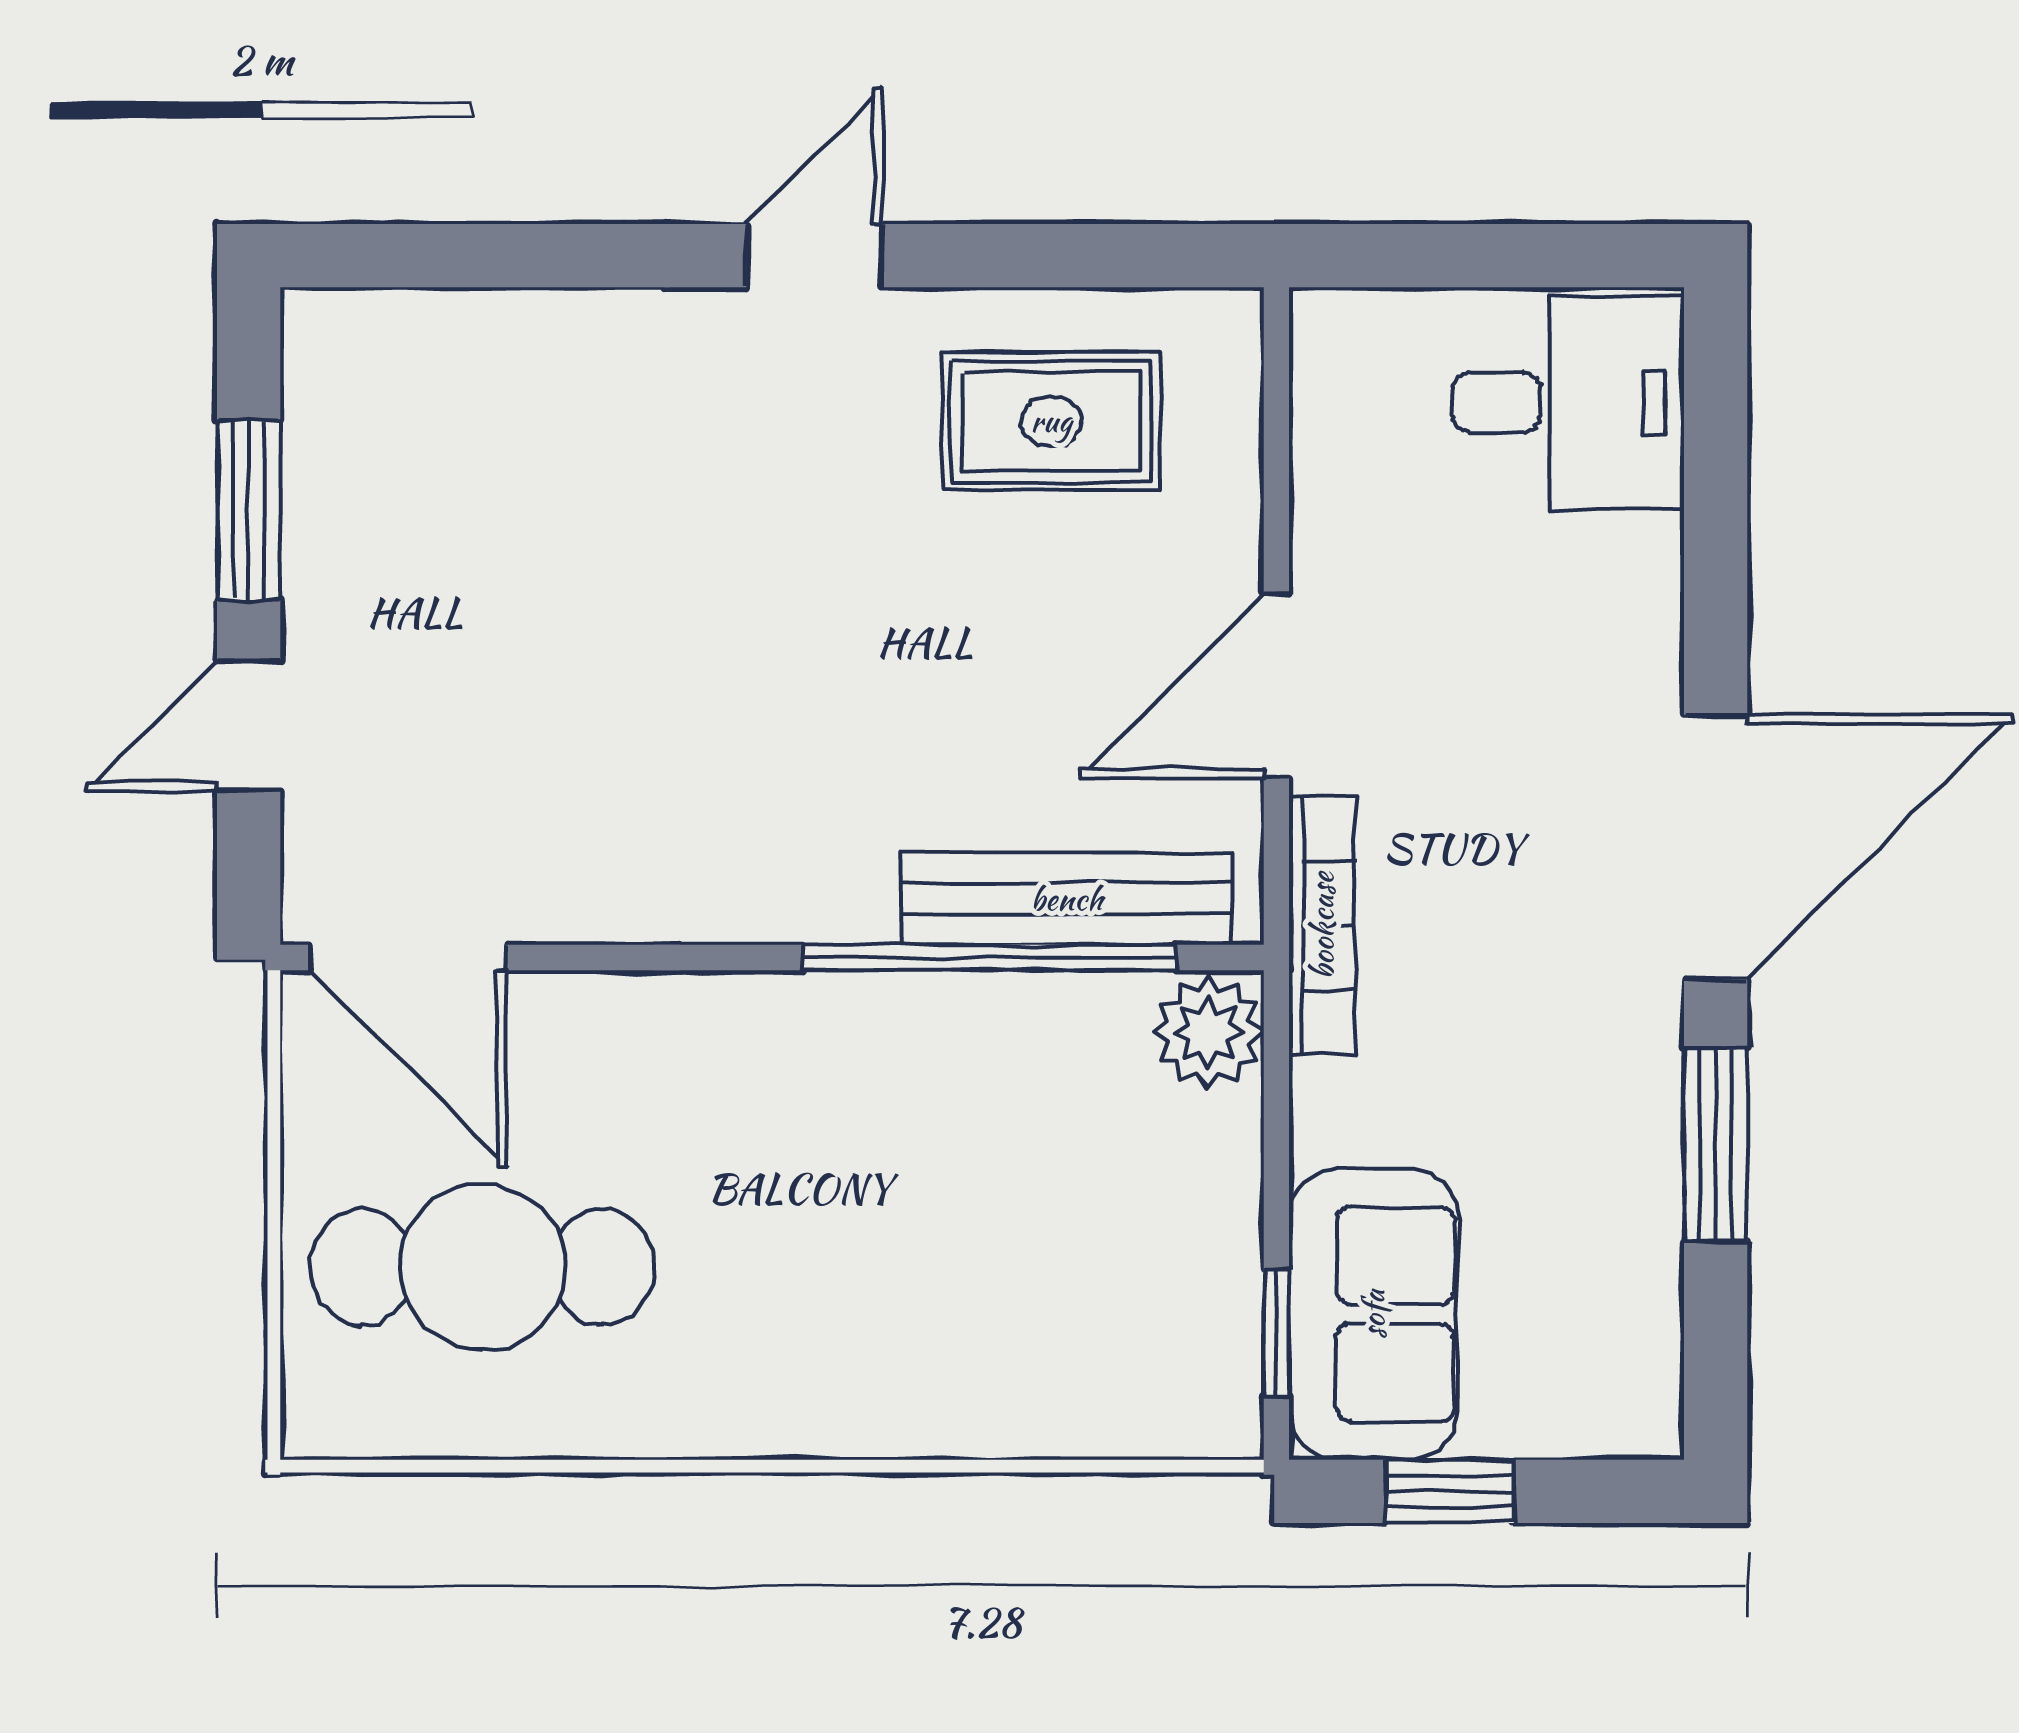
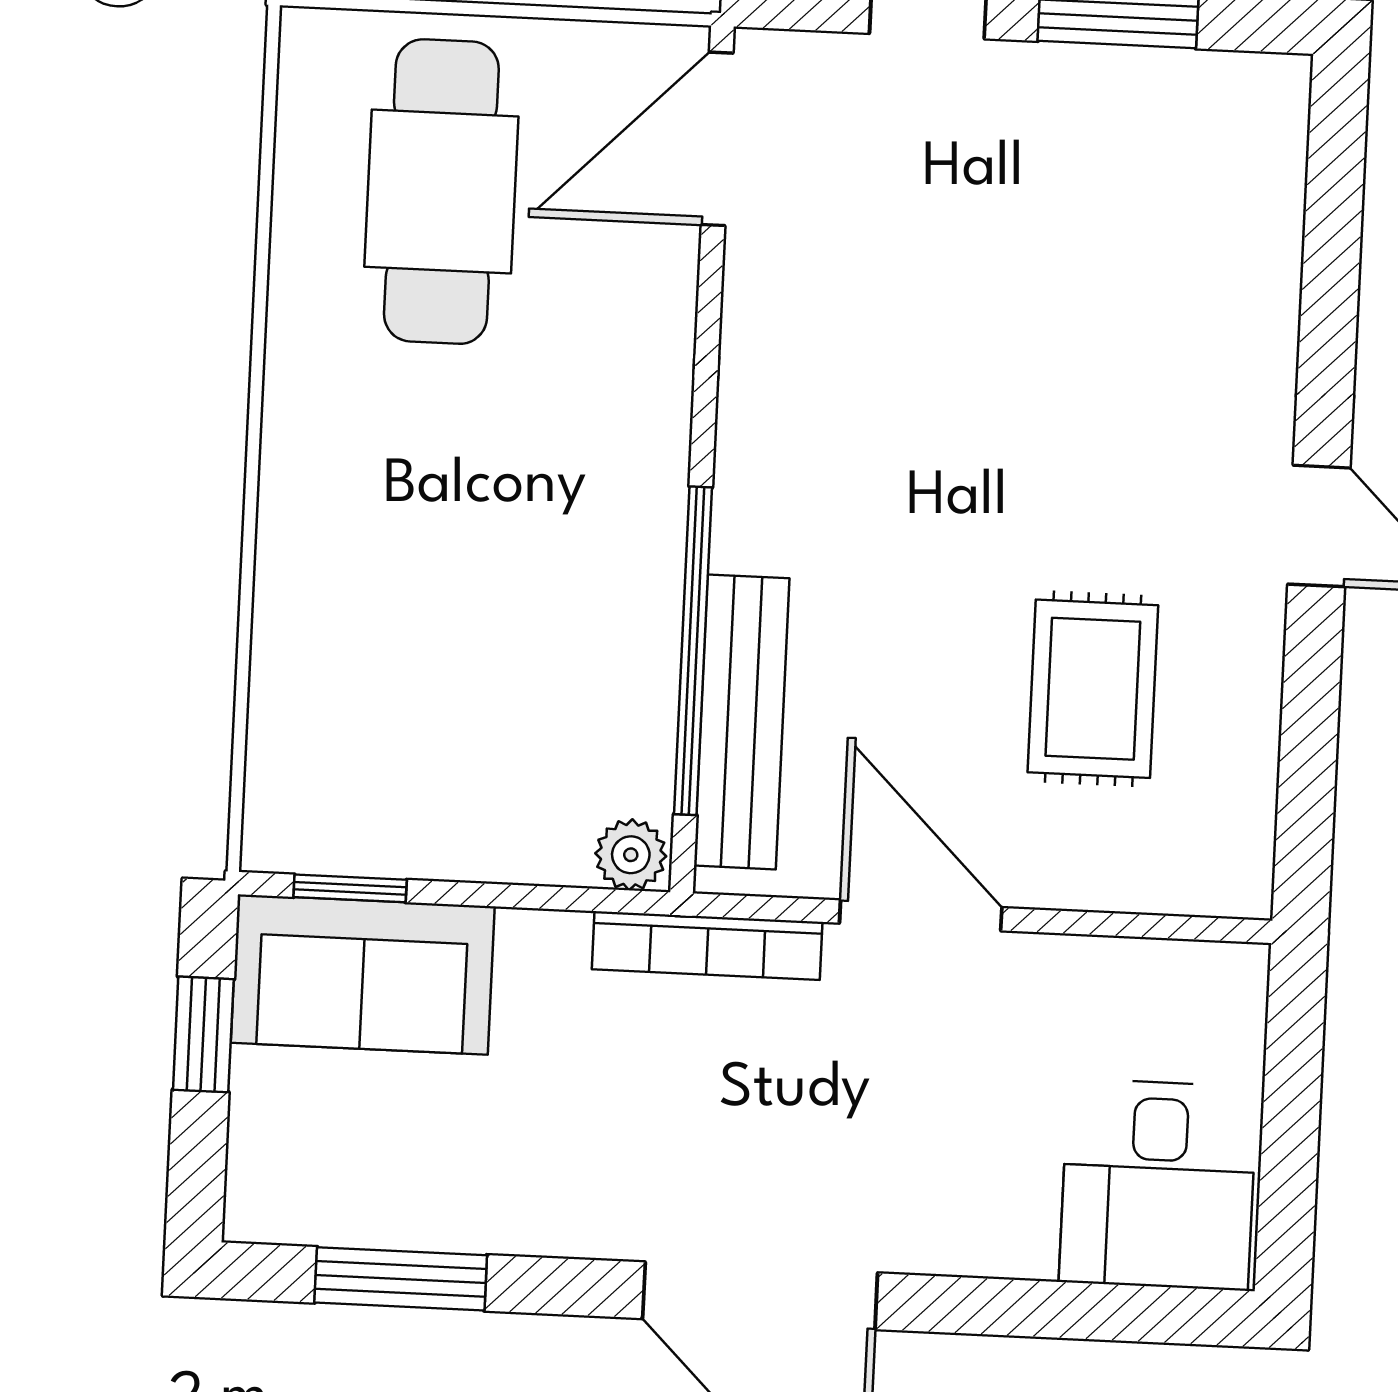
rug: (1051, 421) -> (1093, 689), moved
plant: (1208, 1032) -> (631, 855), width x0.73, depth x0.73
window: (1716, 1144) -> (401, 1279), moved

